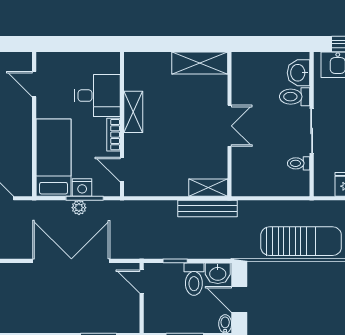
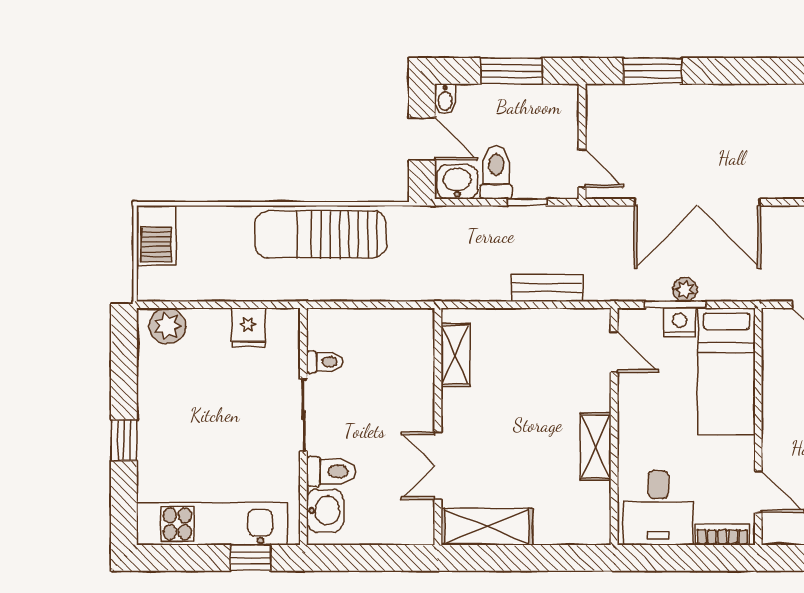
desk: (97, 96) -> (658, 508), moved, turned -90
double door: (229, 126) -> (438, 466), moved
bookcase: (114, 135) -> (722, 534), moved, turned -90
shelving: (208, 188) -> (455, 355), moved, turned 90
bench: (207, 209) -> (547, 288), moved, width x0.73

